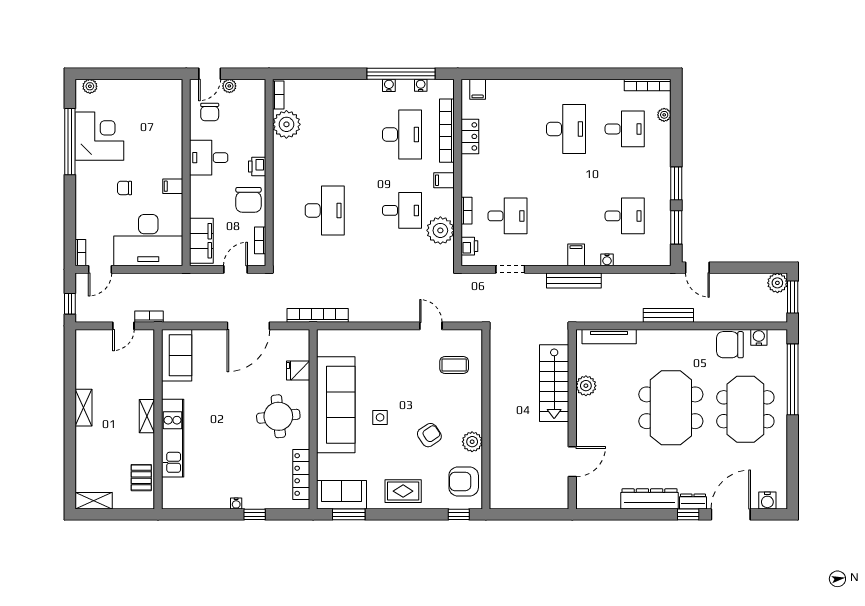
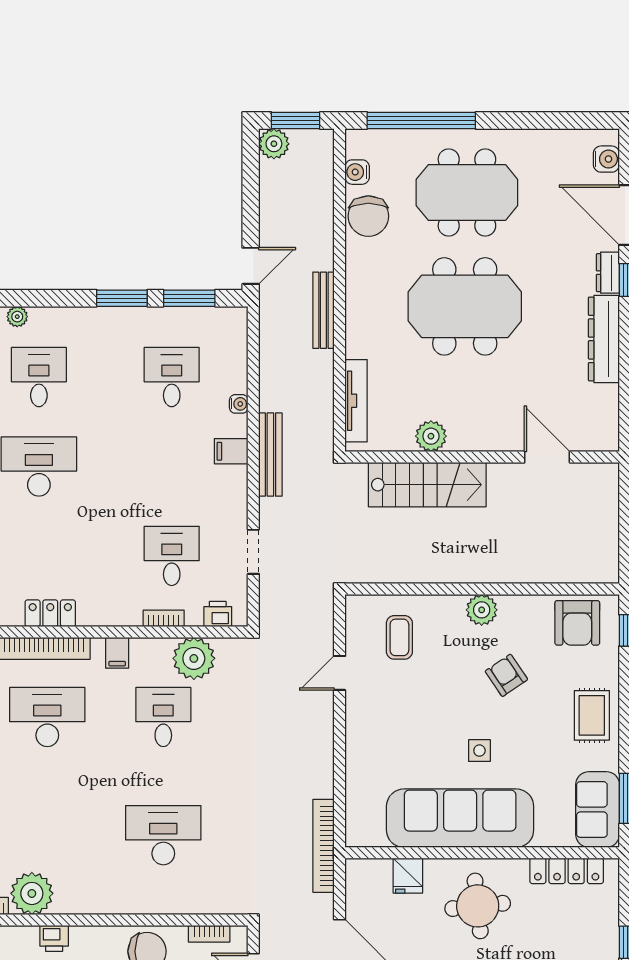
printer: (257, 166) -> (54, 938), moved
plant: (472, 442) -> (482, 610), moved

